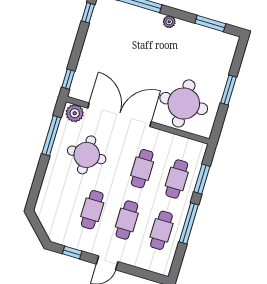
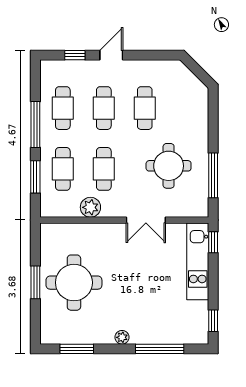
kitchen unit: (86, 67) -> (198, 261), added
round table: (184, 103) -> (74, 283), moved
plant: (75, 113) -> (90, 207), moved
double door: (119, 115) -> (146, 220), width x0.54
window: (72, 252) -> (75, 55), moved

